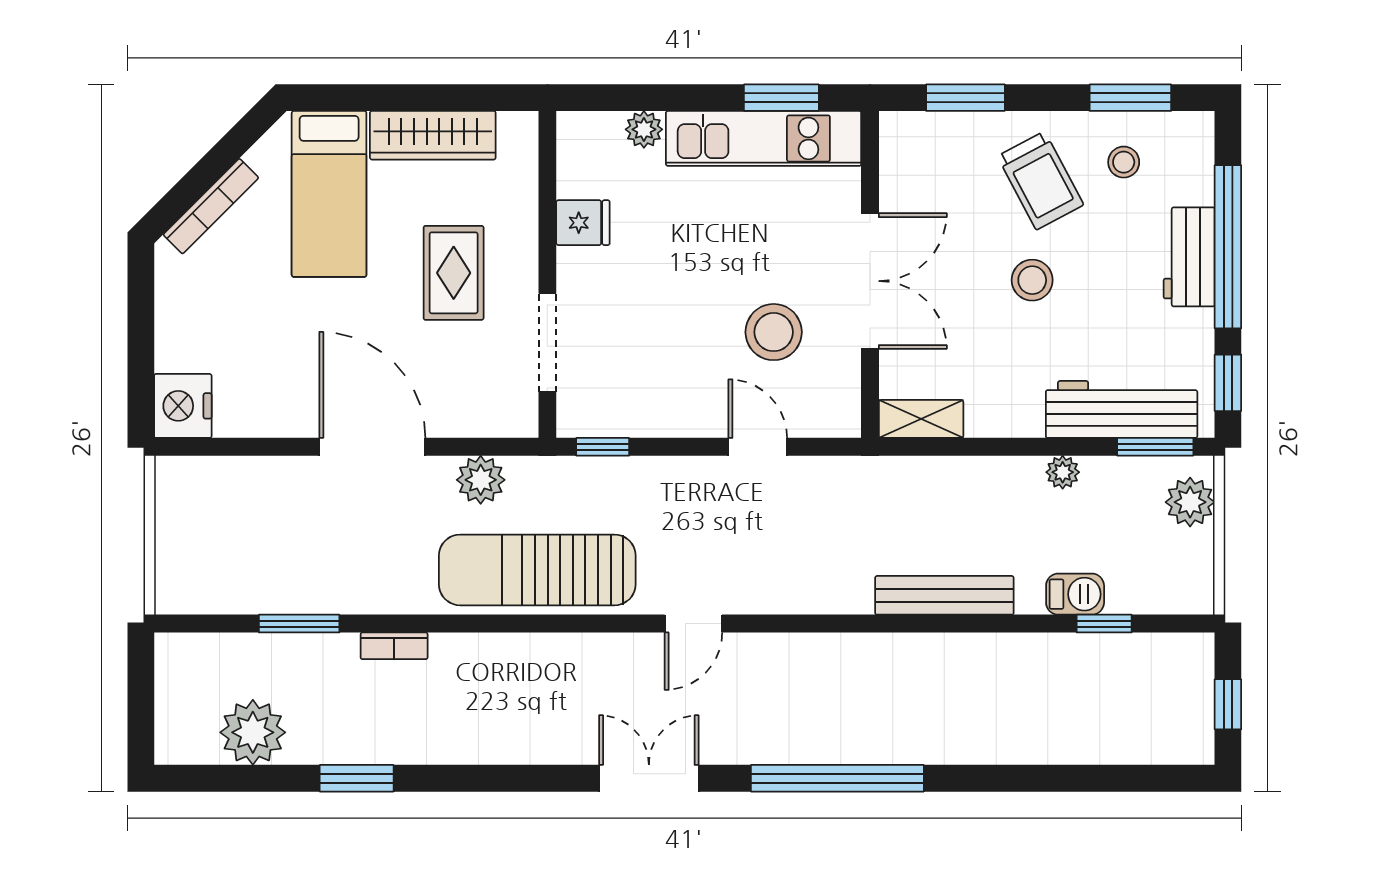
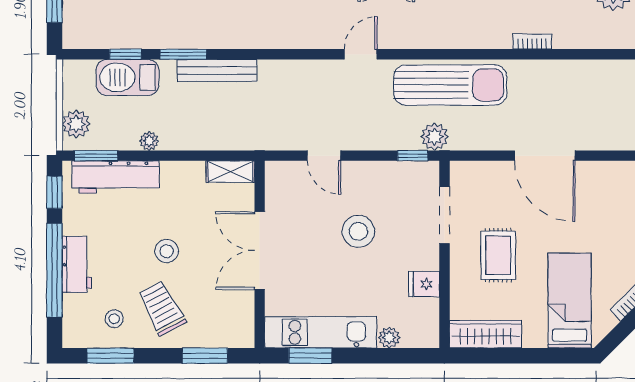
wardrobe: (433, 135) -> (486, 334), moved
stool: (774, 332) -> (358, 231), moved
plant: (481, 480) -> (435, 137), moved
barbecue: (1075, 594) -> (127, 77), width x1.88, depth x1.53
window: (299, 624) -> (183, 54), moved

